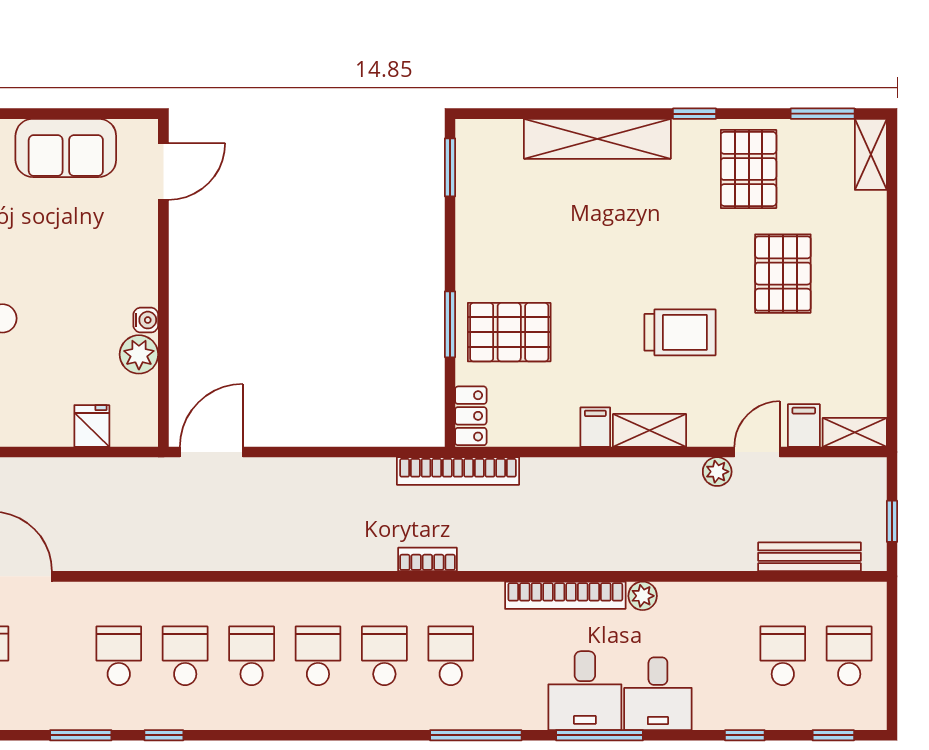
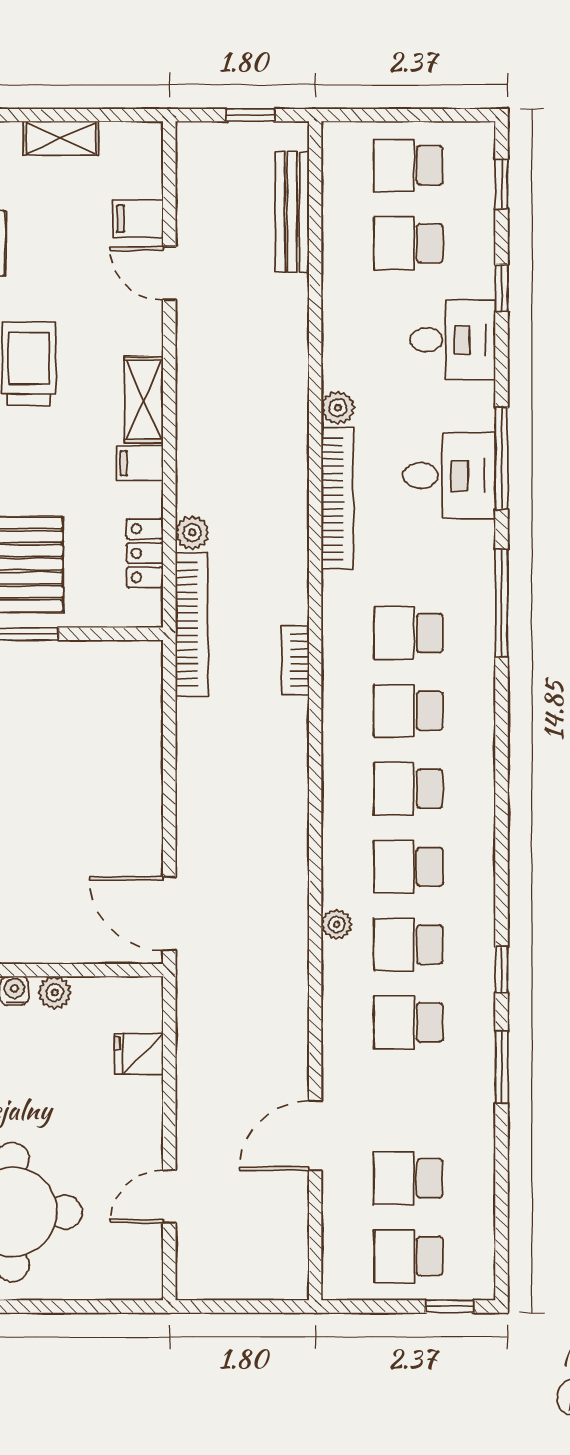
plant: (139, 354) -> (55, 993), width x0.73, depth x0.73
locker: (471, 416) -> (145, 553), moved, turned -90
shelving: (855, 432) -> (61, 138), moved, turned 90
plant: (717, 472) -> (192, 533), moved
plant: (202, 595) -> (337, 924), added
desk: (658, 694) -> (453, 340), moved

